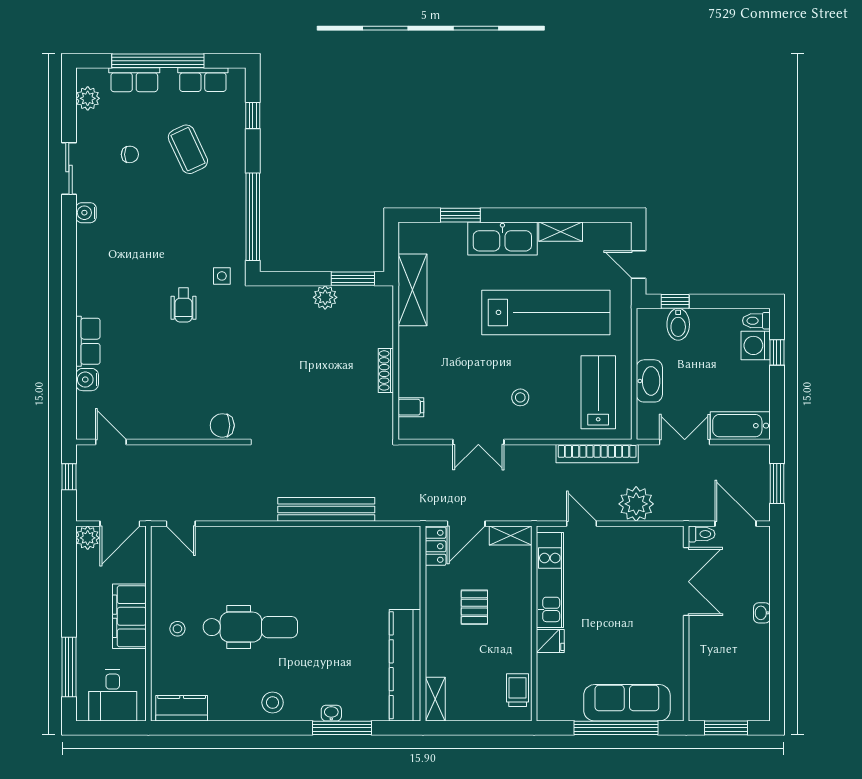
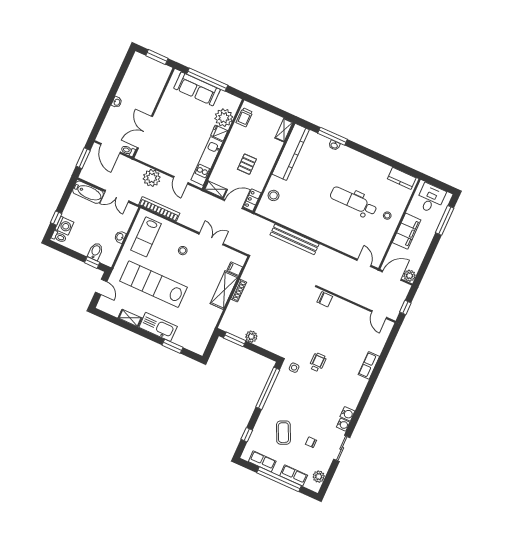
shelving: (412, 290) -> (224, 290), moved
water cooler: (87, 380) -> (347, 414), moved
washbasin: (649, 381) -> (120, 237), width x0.52, depth x0.69
plant: (555, 673) -> (224, 118), added
stool: (273, 703) -> (274, 195), moved

